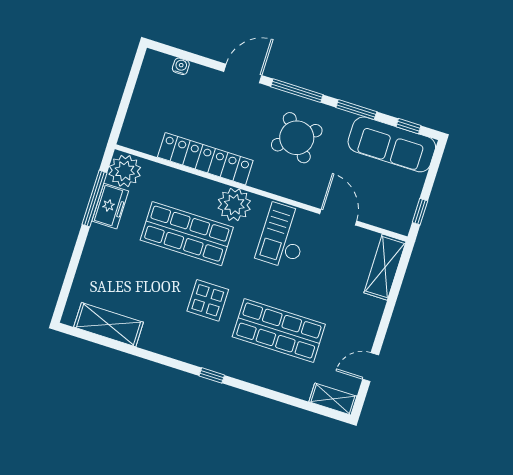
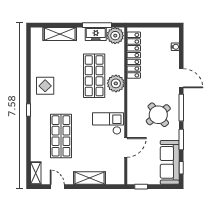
locker: (205, 159) -> (134, 55), moved
plant: (234, 205) -> (116, 83), moved
shelving: (385, 267) -> (90, 178), moved
display table: (208, 300) -> (45, 86), moved
shelving: (109, 325) -> (60, 34), moved, turned 90

